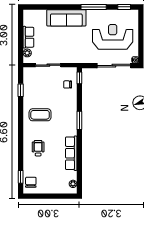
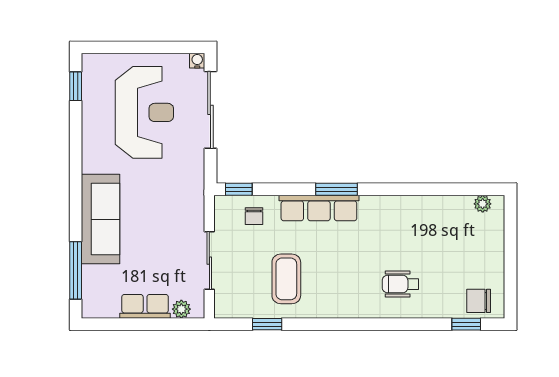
window: (94, 7) -> (76, 270), moved
reception desk: (113, 37) -> (144, 112), turned 180
coffee table: (40, 115) -> (286, 279), moved
row of seats: (71, 153) -> (319, 208), moved

